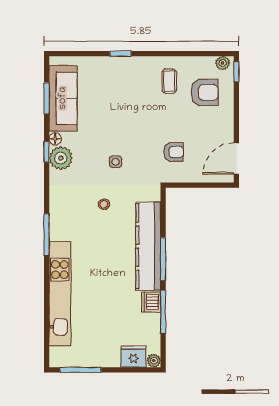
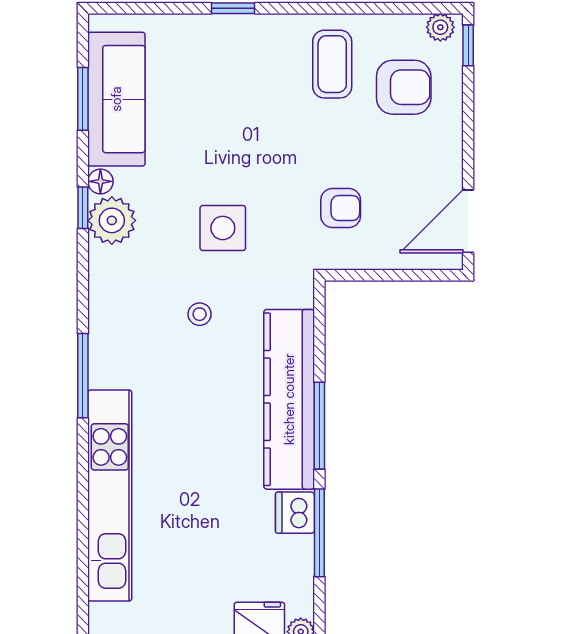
coffee table: (169, 81) -> (332, 64), width x1.36, depth x1.30
side table: (115, 162) -> (223, 228), width x1.87, depth x1.87

